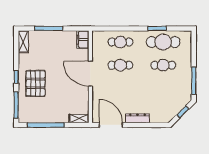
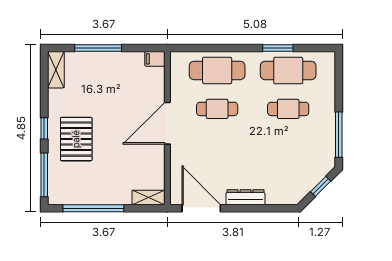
filing cabinet: (83, 40) -> (155, 59), width x0.50
cafe table: (120, 42) -> (217, 70), width x1.37, depth x1.35
door: (90, 74) -> (167, 123), hinge flipped

